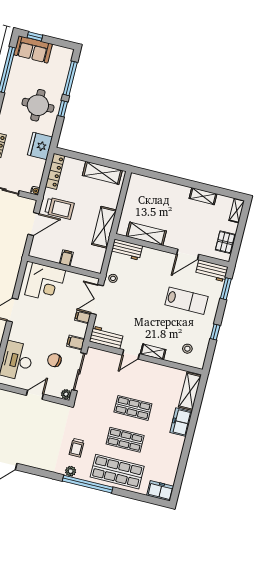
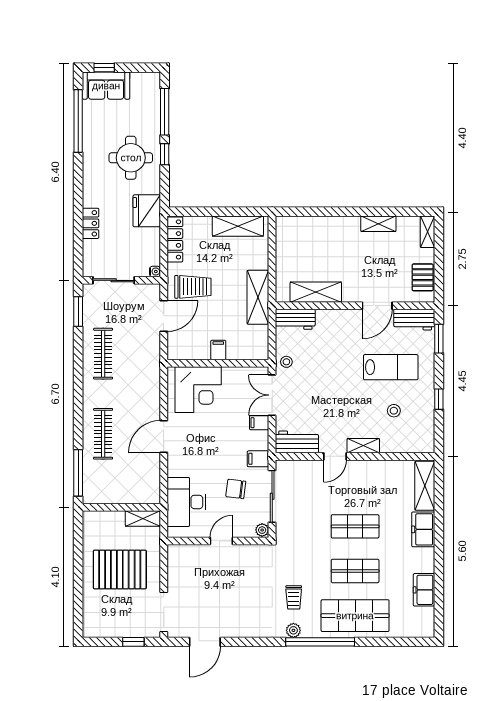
stool: (187, 349) -> (394, 411), moved
freezer: (160, 491) -> (424, 590), moved, turned -90

